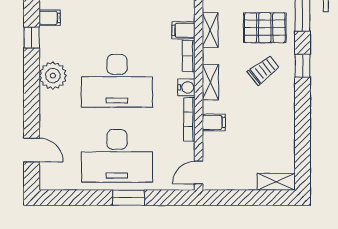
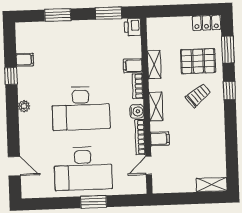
plant: (53, 76) -> (24, 106), width x0.53, depth x0.53
door: (199, 173) -> (149, 165), moved

